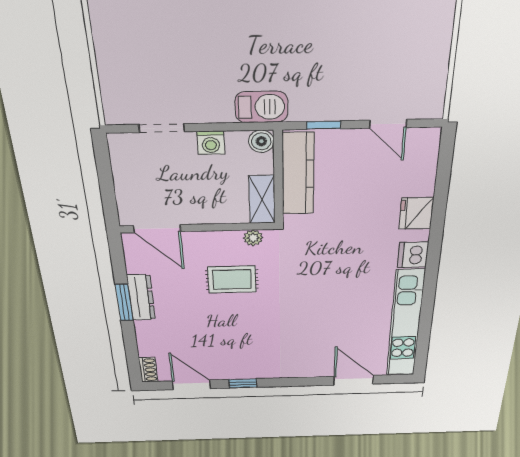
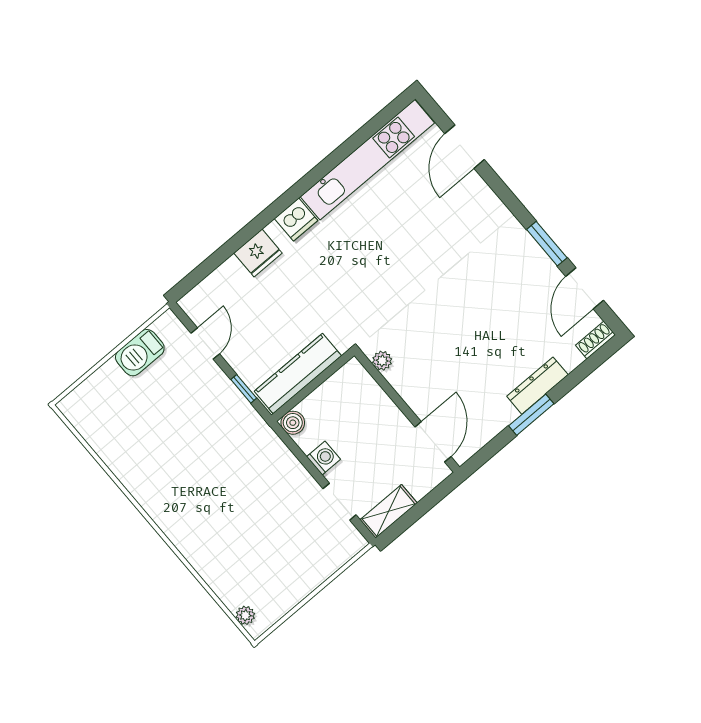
barbecue: (262, 107) -> (140, 353), moved, turned -90
shelving: (262, 200) -> (389, 511), moved
rug: (232, 280) -> (437, 345), removed
dresser: (141, 297) -> (537, 386), moved
window: (243, 383) -> (547, 244), width x1.50

